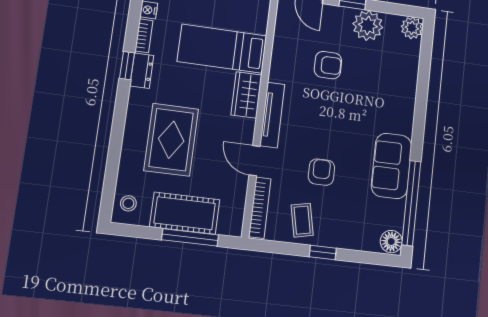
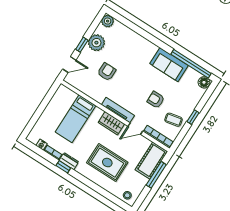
wardrobe: (246, 95) -> (111, 123), moved
cot: (185, 213) -> (151, 161), moved

